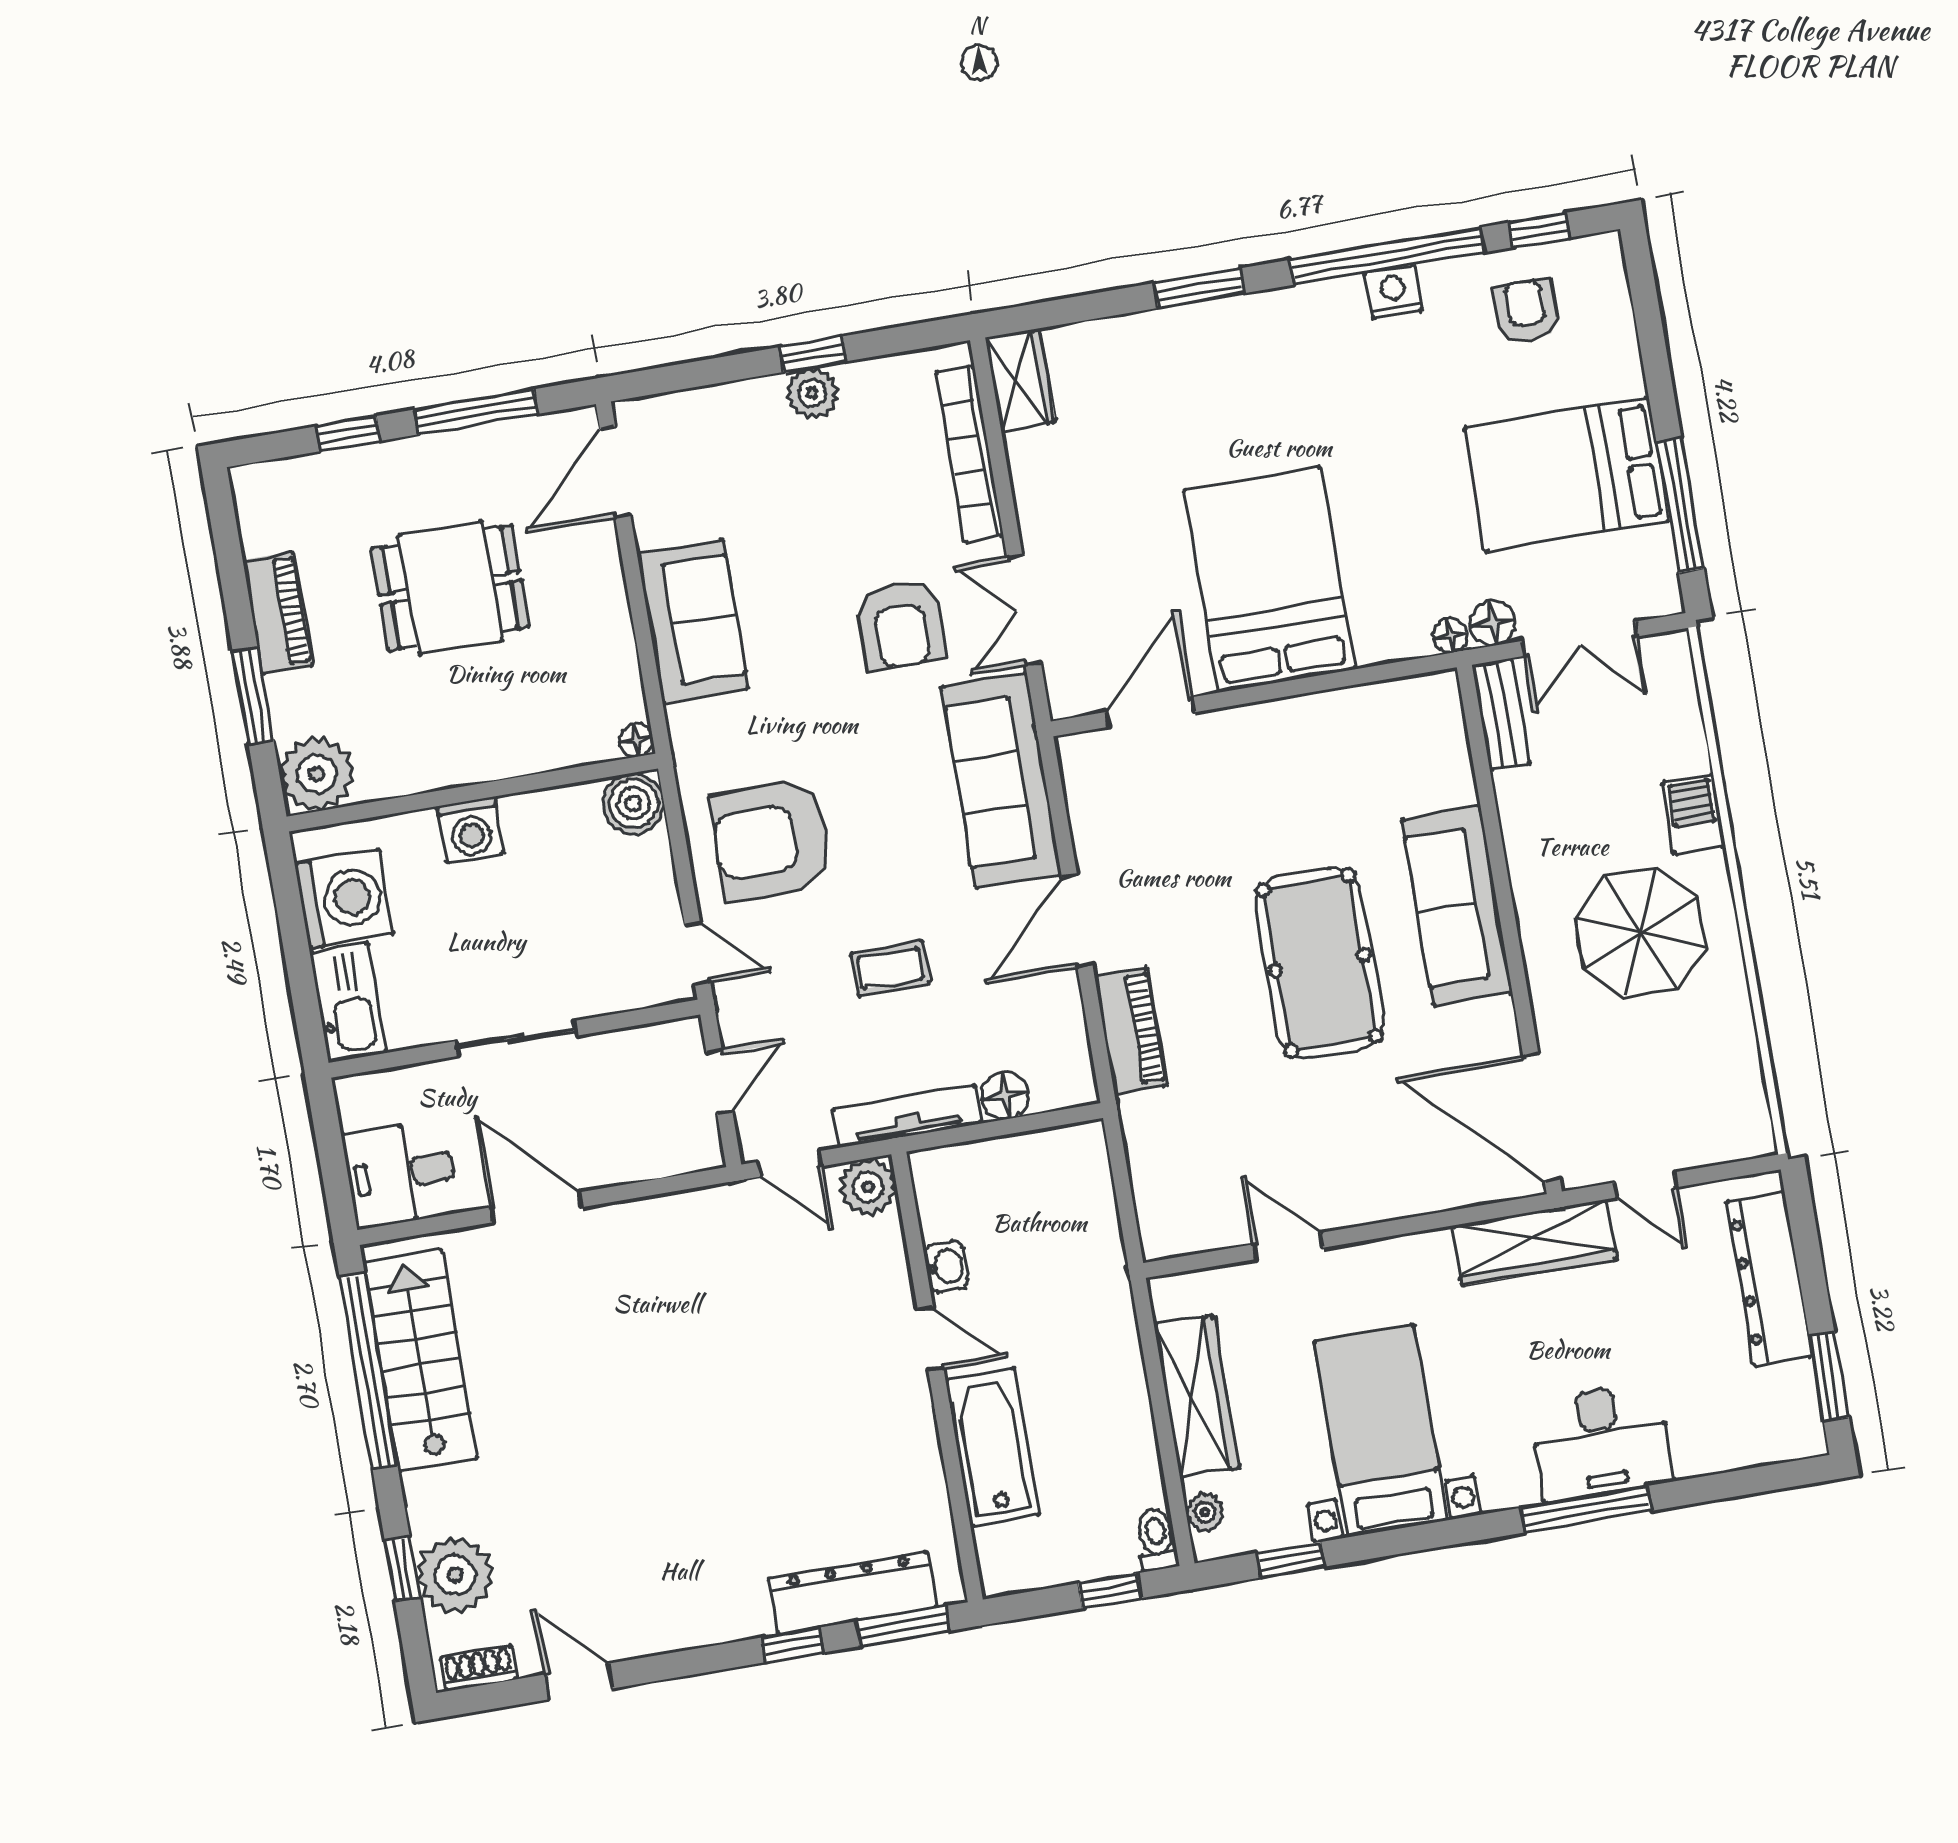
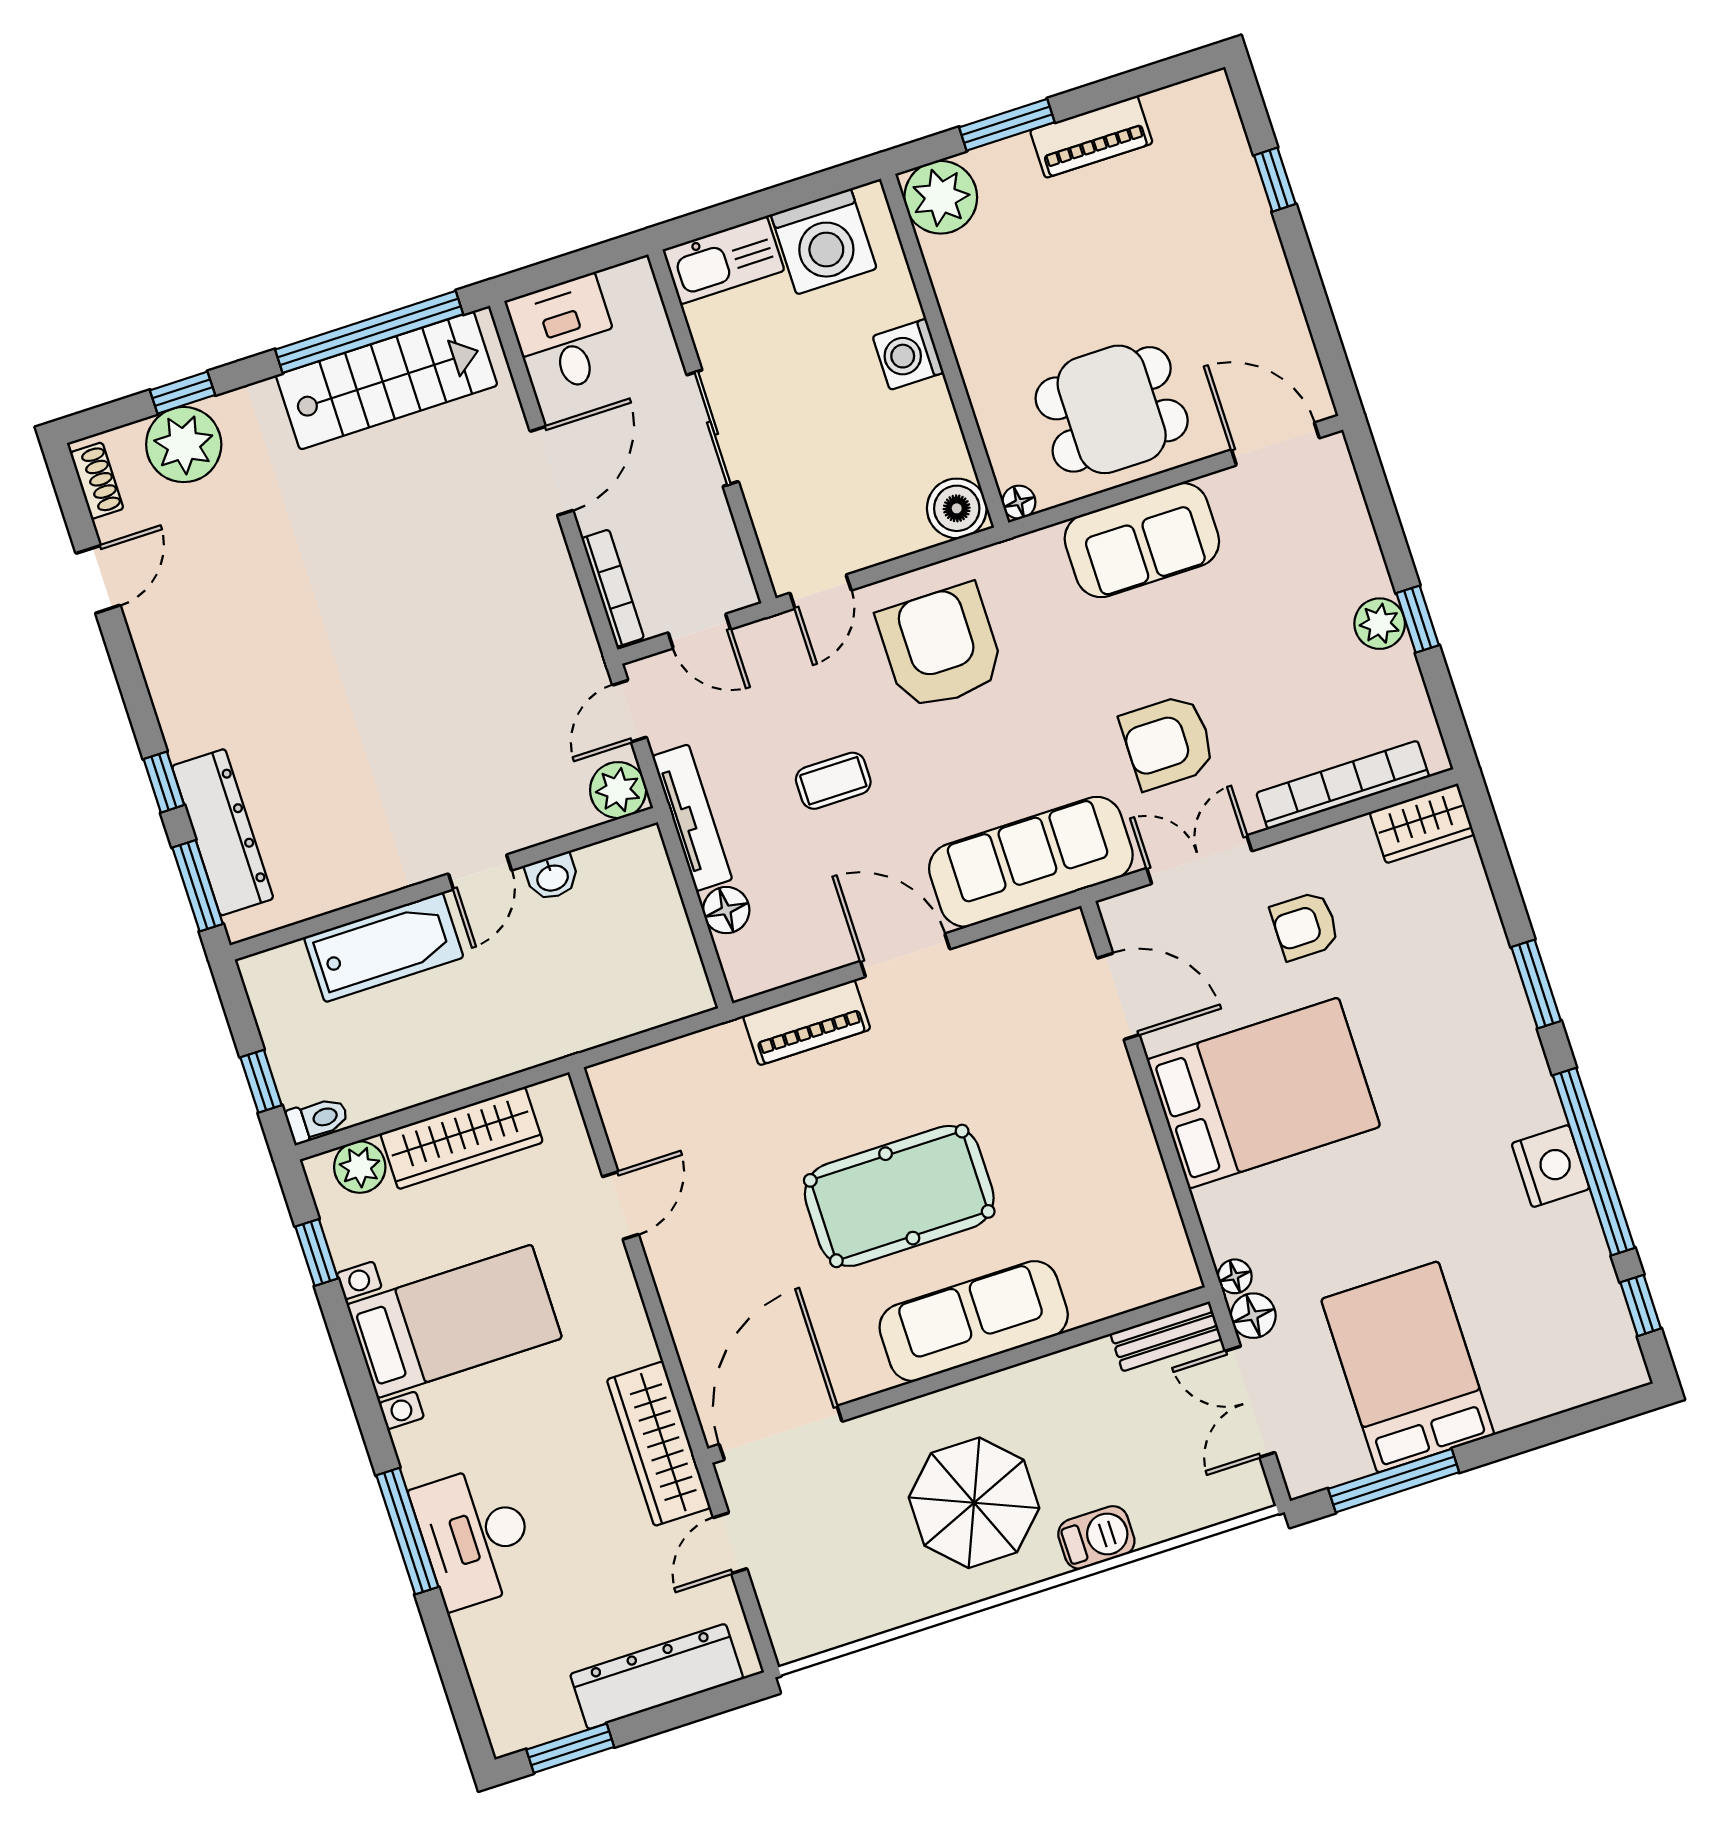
nightstand: (1393, 291) -> (1551, 1166), width x1.36, depth x1.33
armchair: (1526, 311) -> (1305, 926), moved, turned 180
window: (476, 412) -> (1314, 300), removed
dining table: (450, 588) -> (1112, 409), moved, turned 90
coffee table: (890, 968) -> (833, 781), turned 90
bookcase: (663, 1163) -> (613, 588), added
plant: (1205, 1512) -> (360, 1167), width x1.38, depth x1.38

